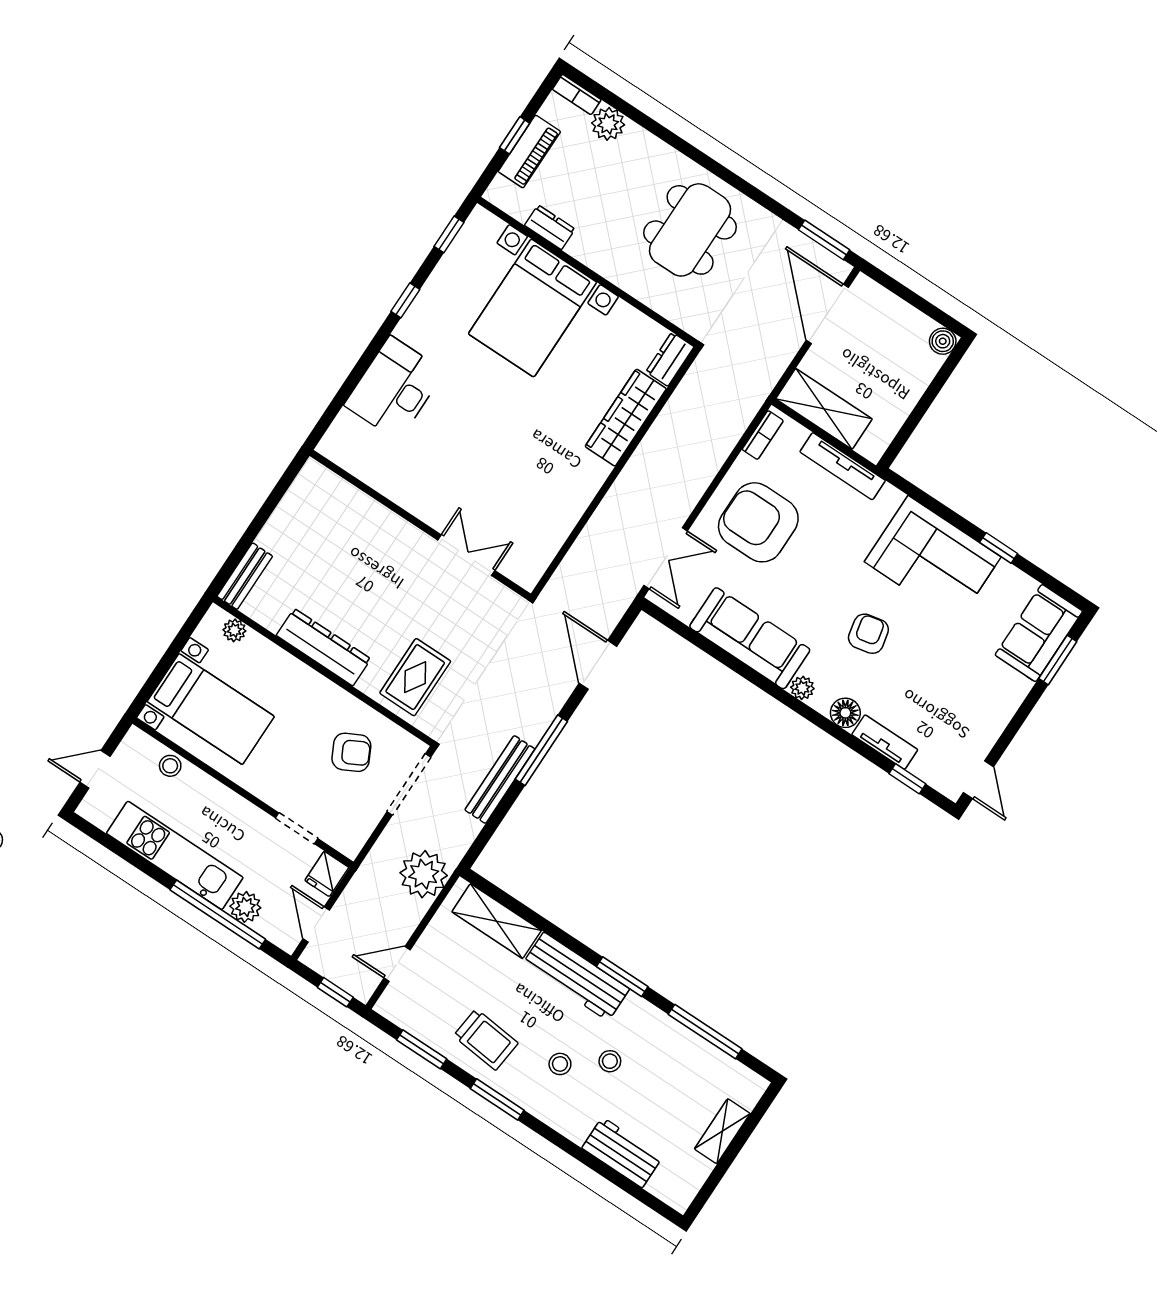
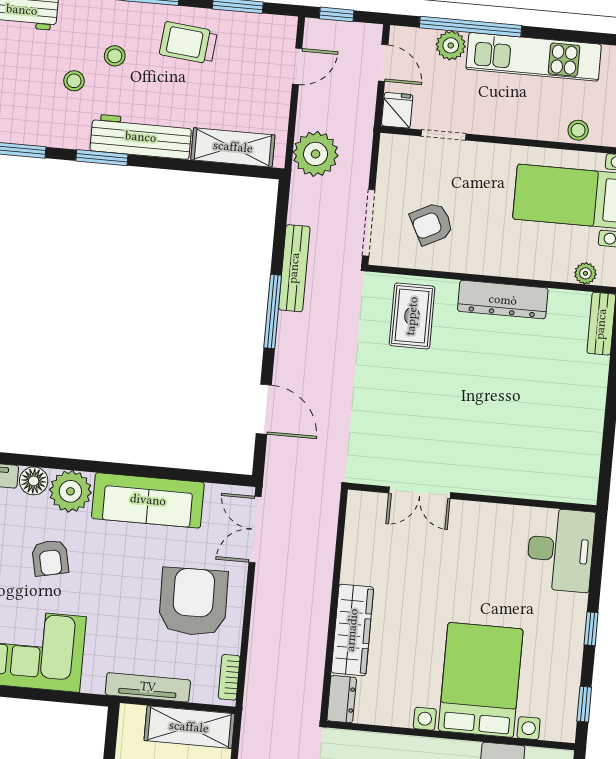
armchair: (758, 522) -> (193, 602), turned -91
wall: (420, 525) -> (472, 497), moved
double door: (466, 555) -> (420, 493), moved
plant: (802, 688) -> (70, 491), width x1.88, depth x1.88

